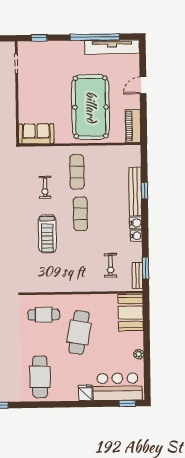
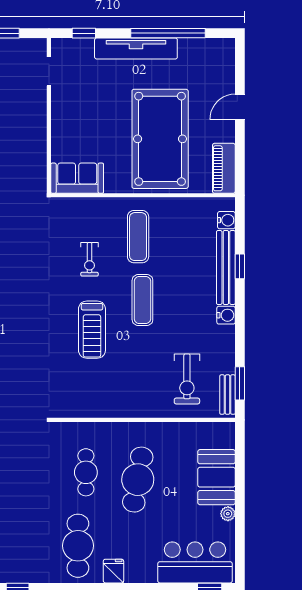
tv unit: (112, 47) -> (136, 48), moved
water cooler: (136, 236) -> (226, 220), moved
exercise bike: (111, 265) -> (187, 379), width x1.38, depth x1.39
booth: (131, 313) -> (217, 477), moved
cafe table: (44, 315) -> (86, 472), moved, turned 90
fridge: (85, 393) -> (113, 571), moved

